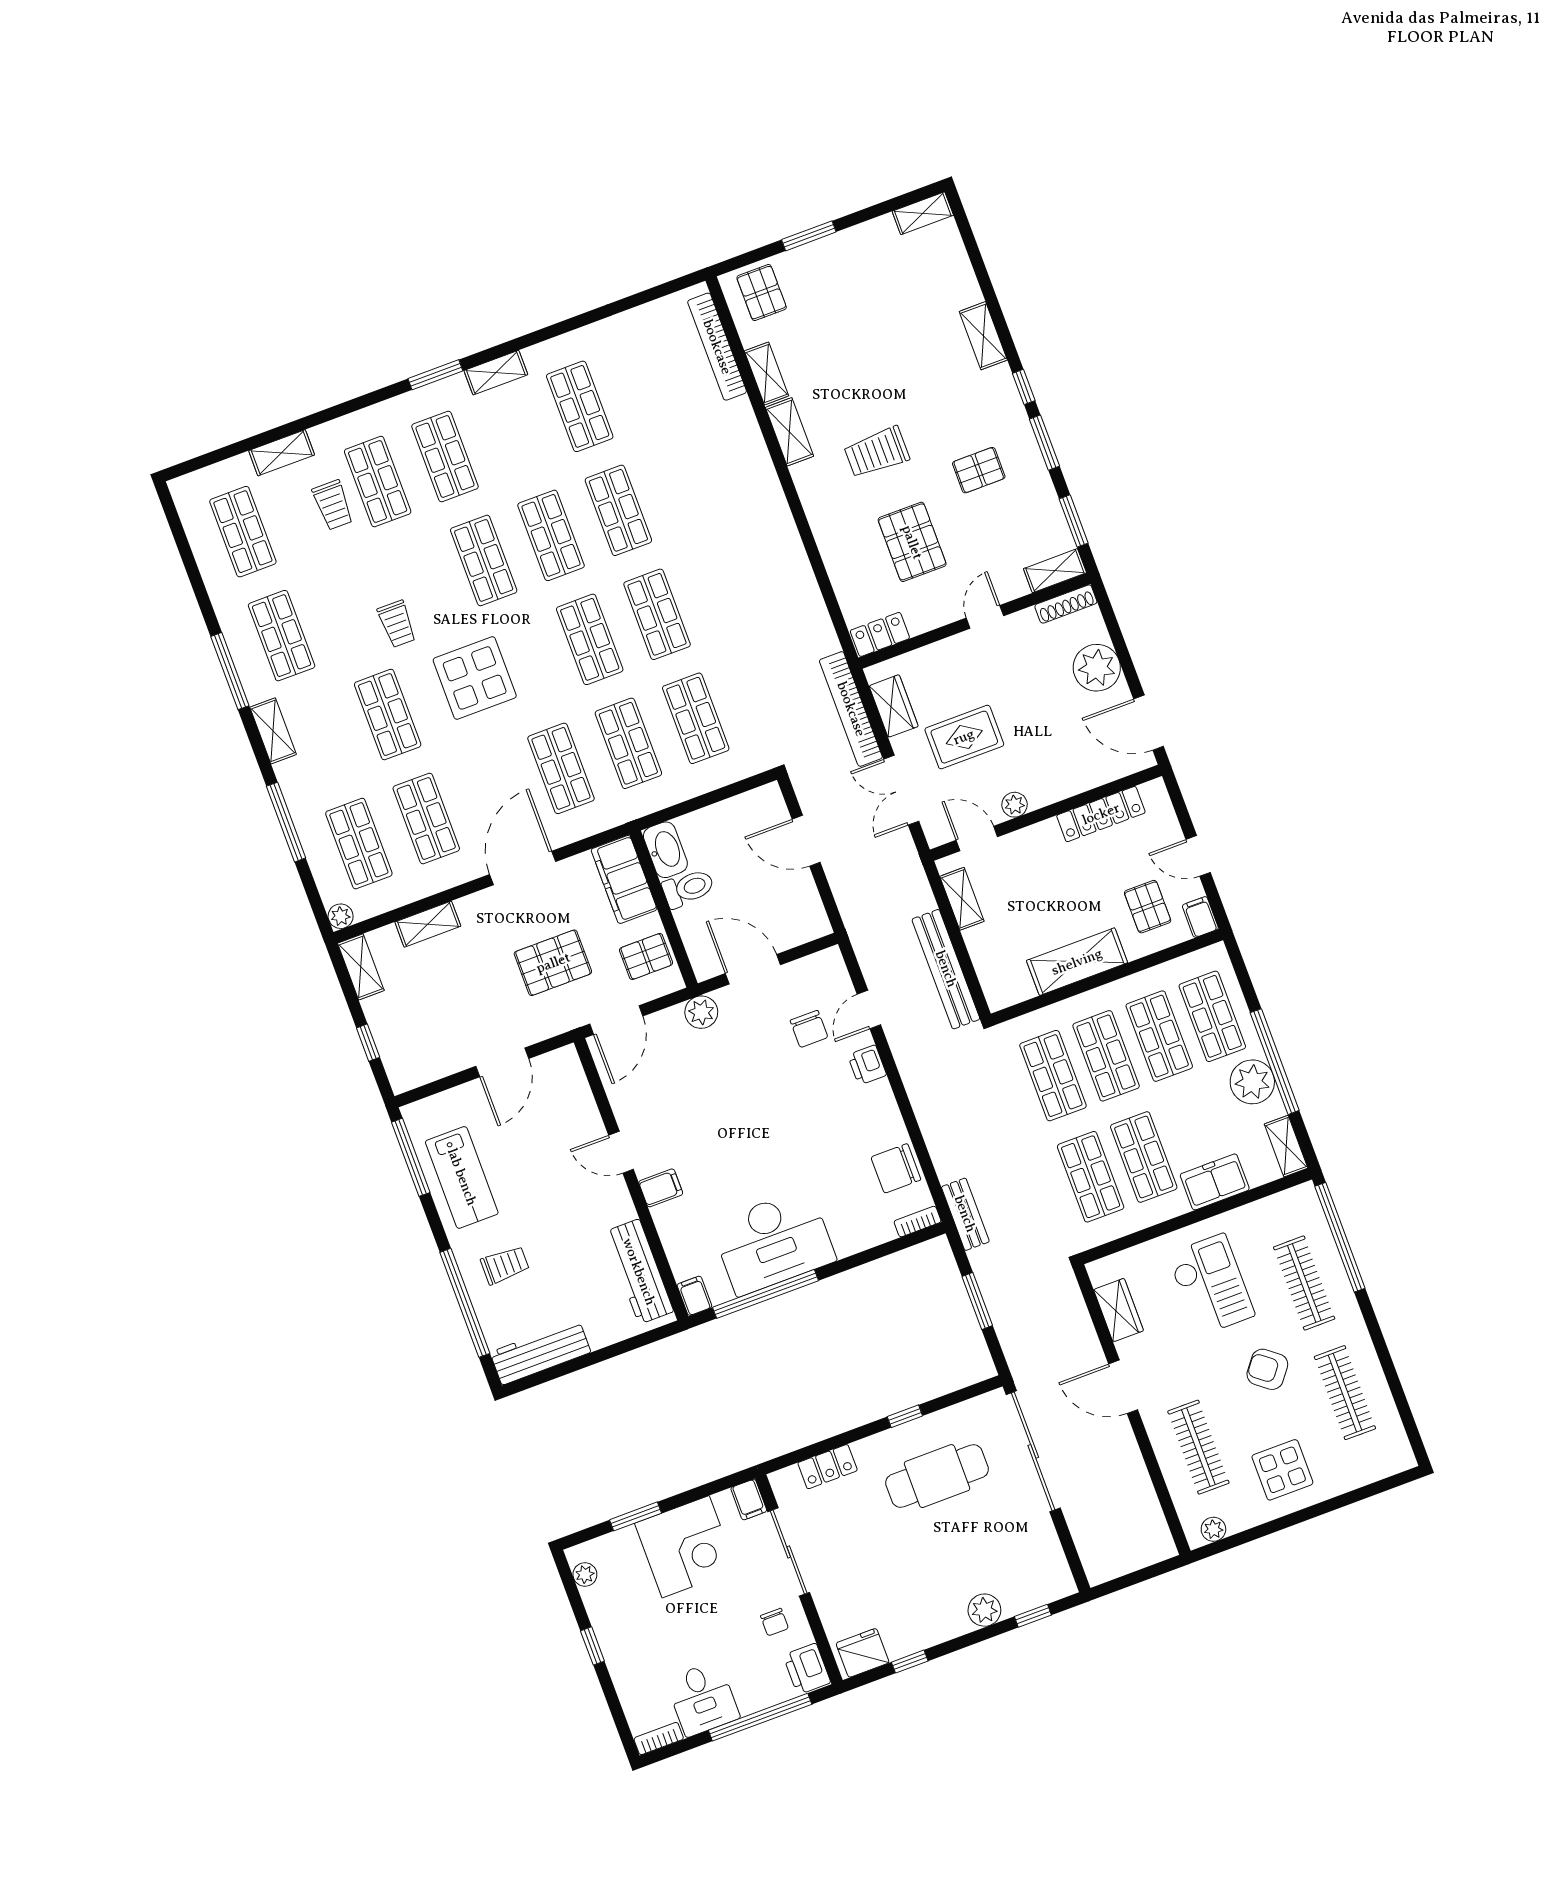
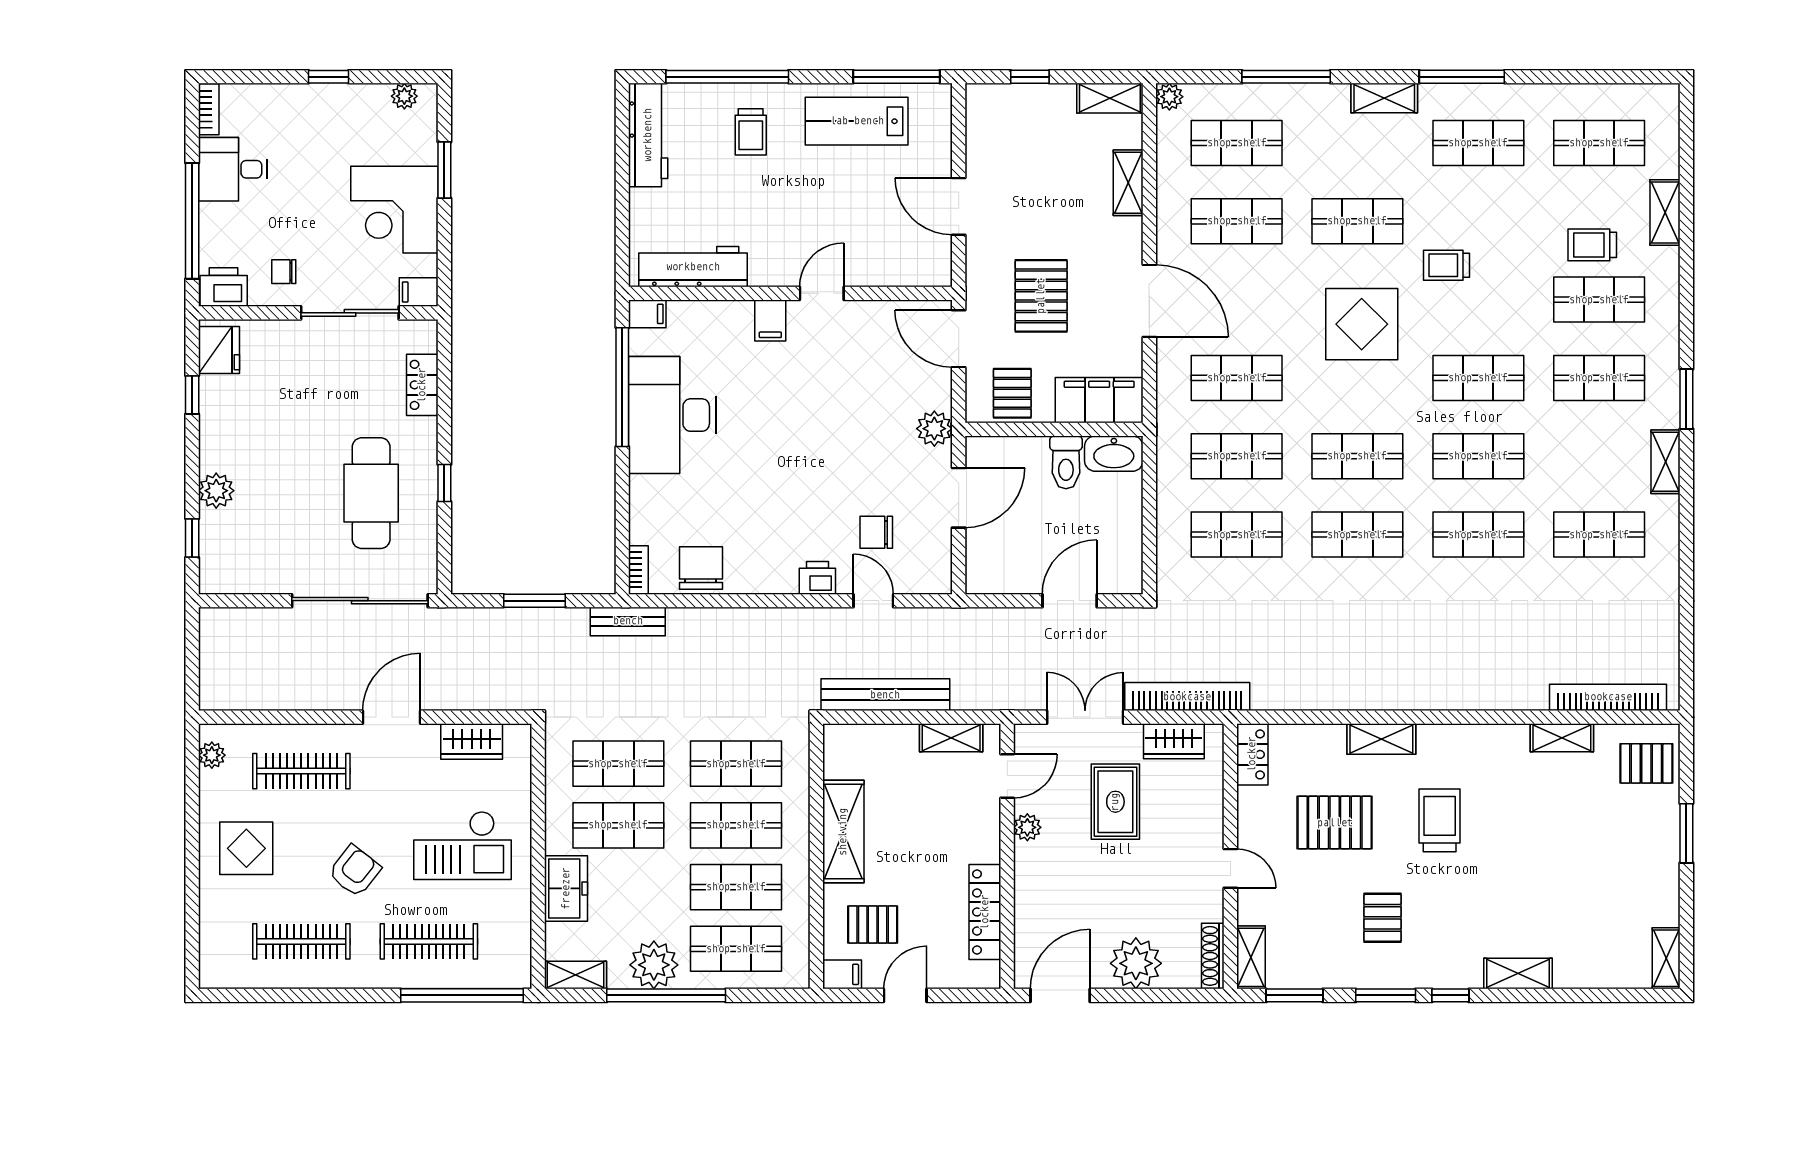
shelving: (789, 432) -> (1381, 739), moved

